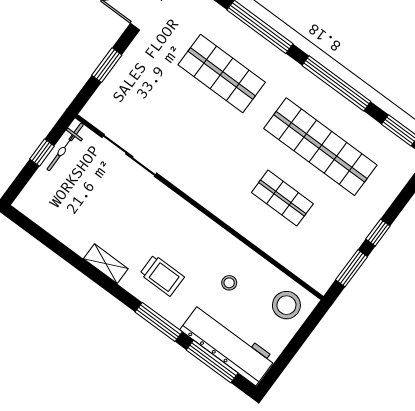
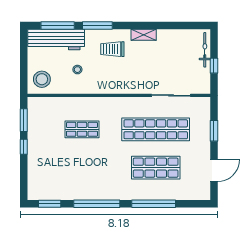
bicycle: (65, 147) -> (205, 50), moved
shop shelf: (320, 147) -> (156, 129), moved

